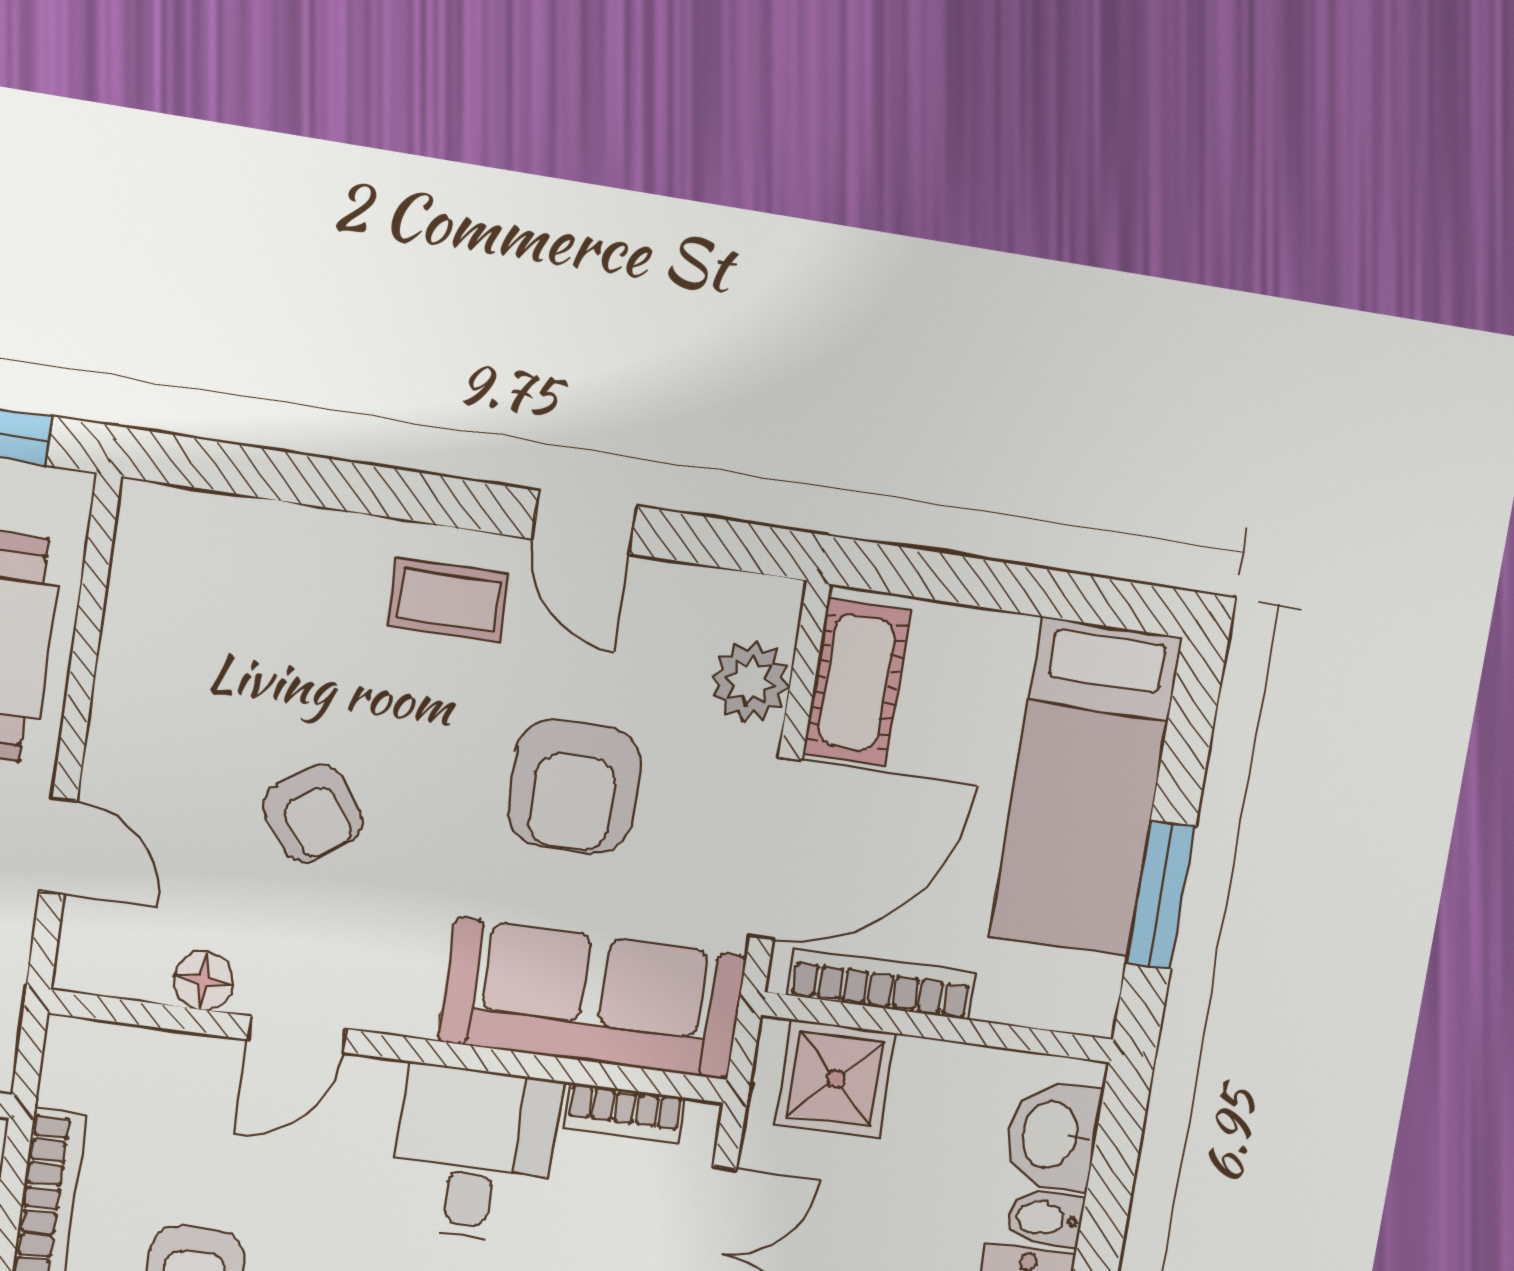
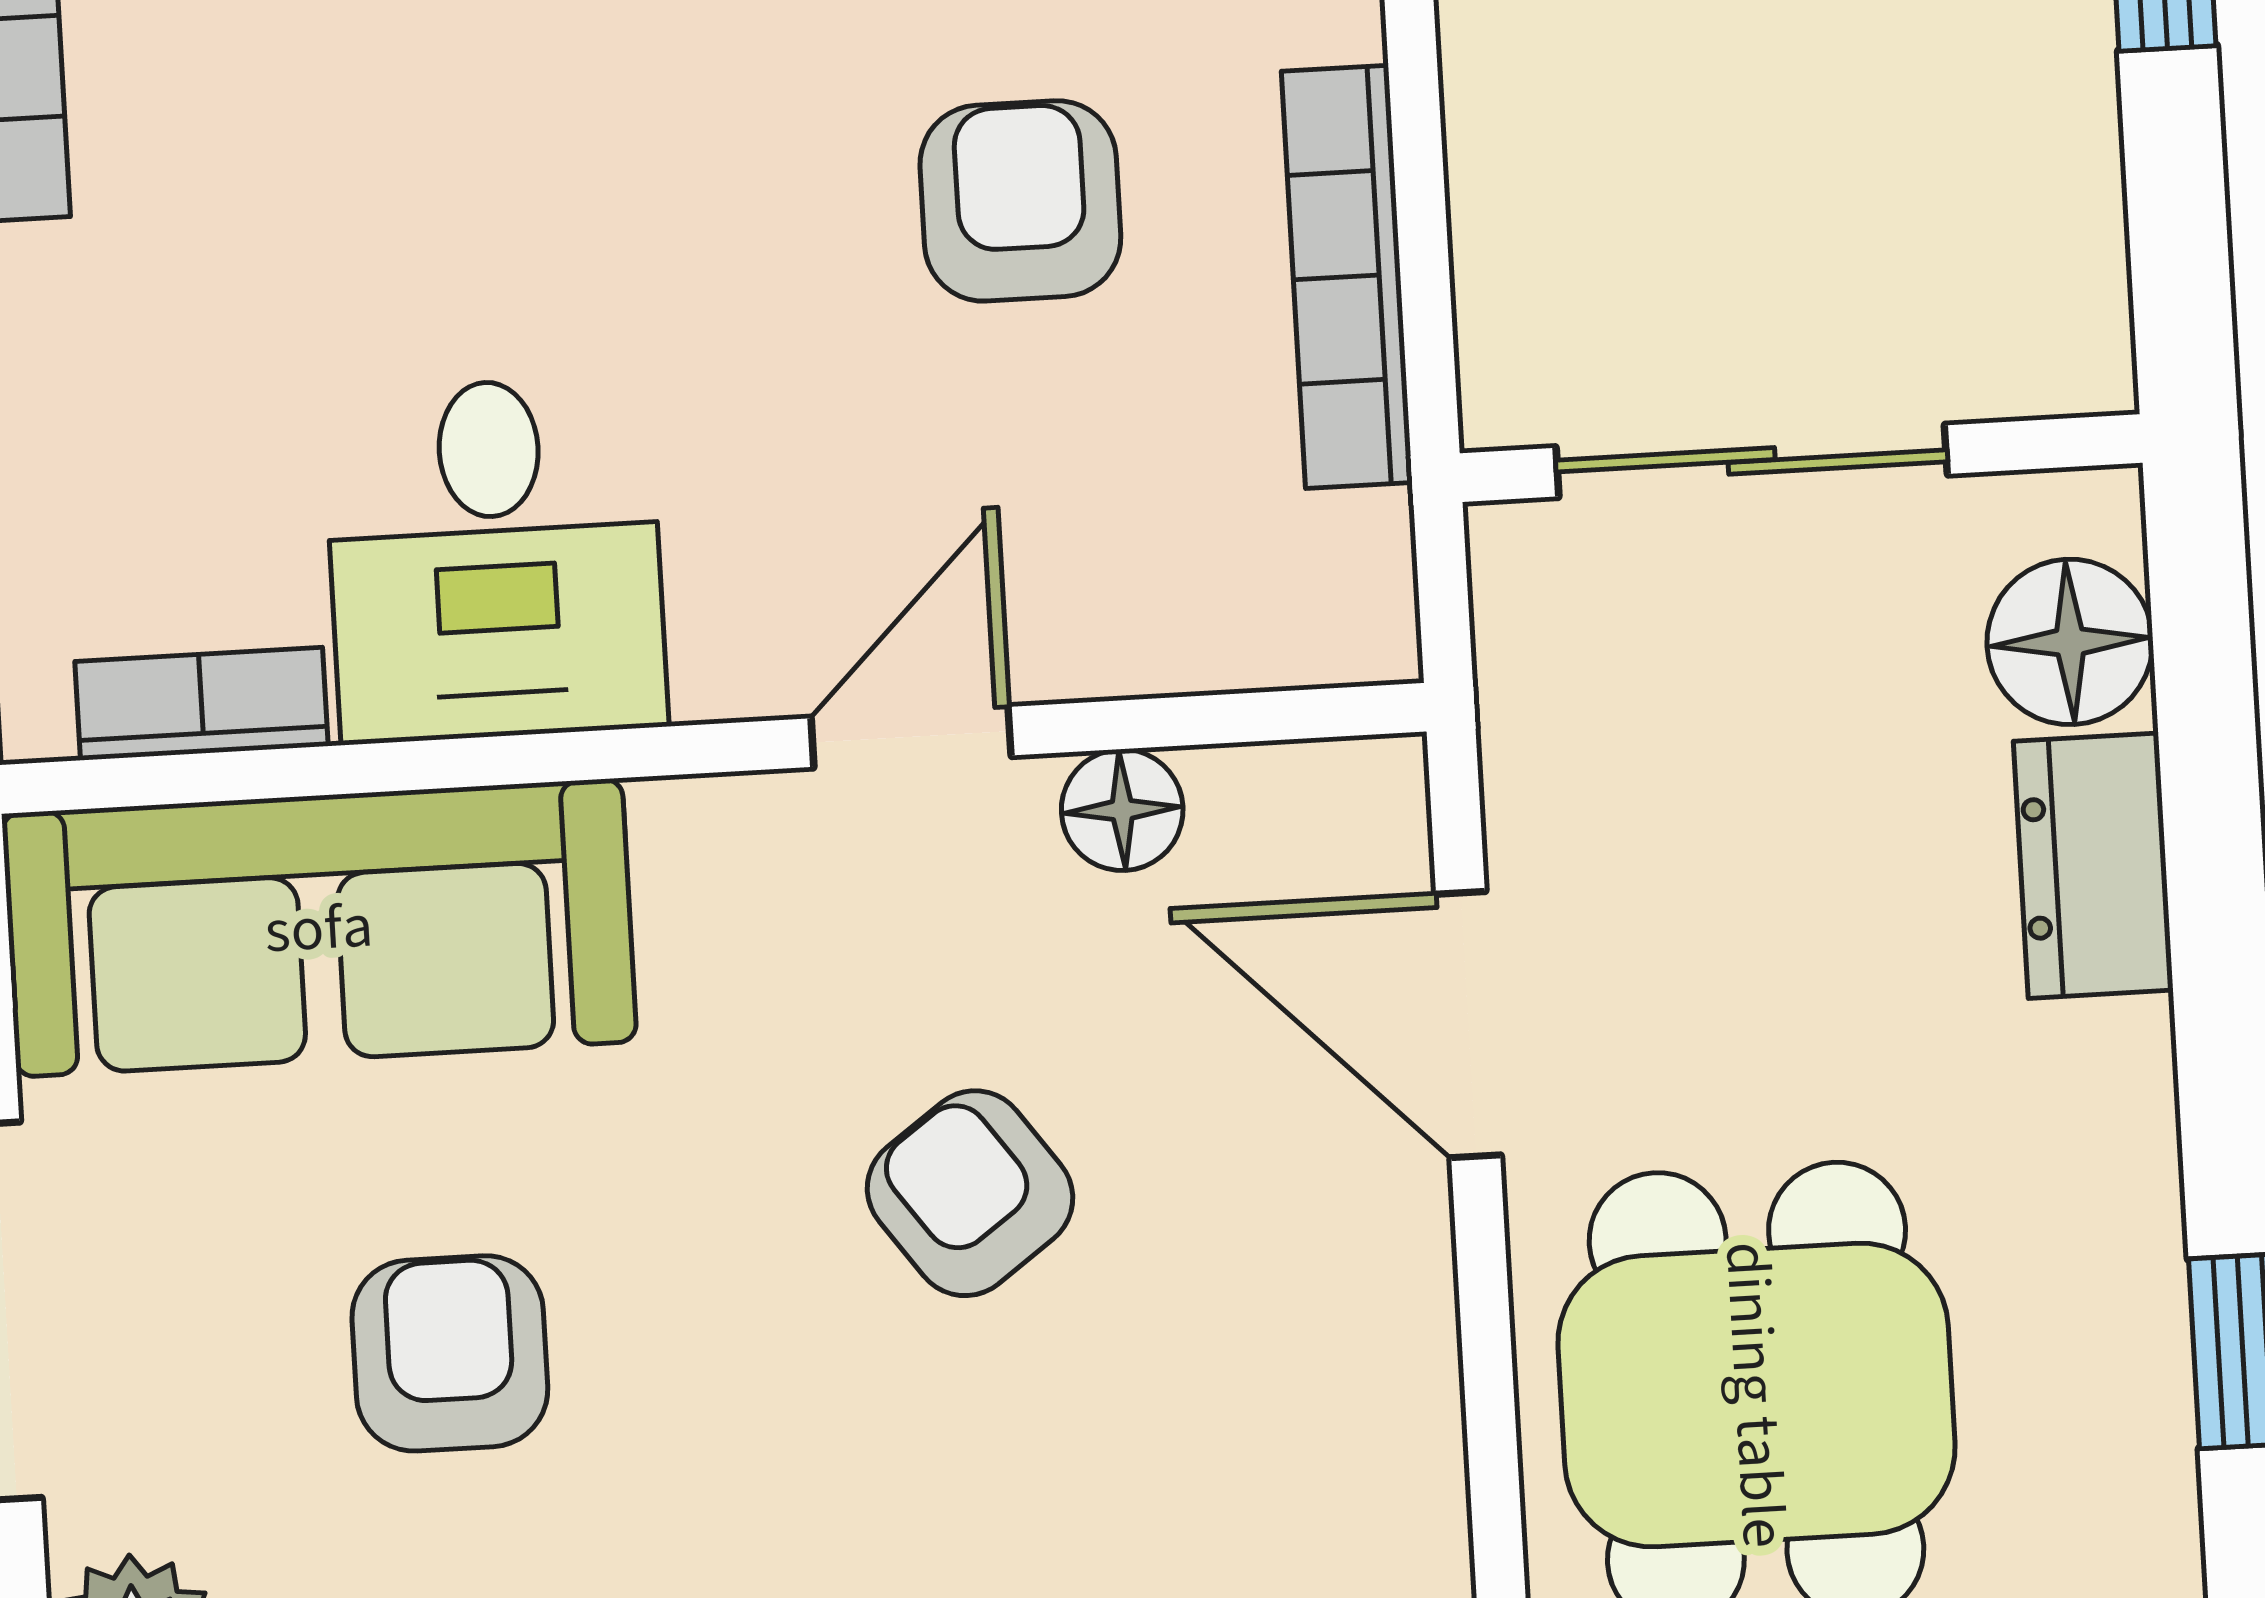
armchair: (574, 787) -> (450, 1353), width x0.72, depth x0.72
door: (58, 846) -> (1468, 1025), width x1.38

